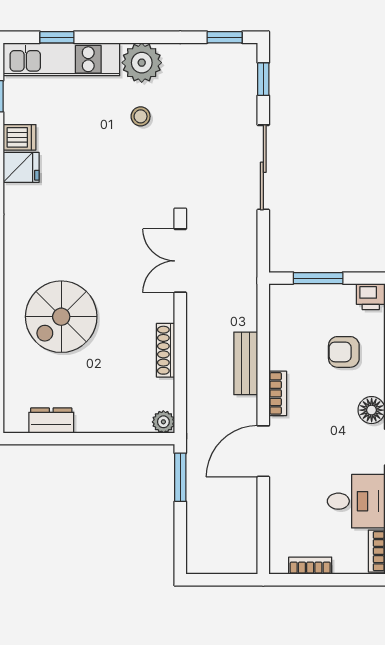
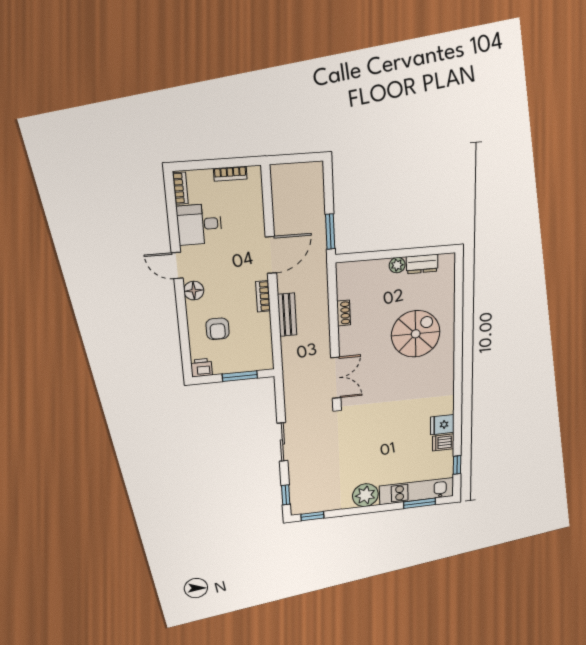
window: (57, 37) -> (420, 503), width x1.50
stool: (141, 116) -> (365, 464), removed
sliding door: (263, 167) -> (282, 442), width x0.73
shoe rack: (166, 350) -> (344, 313), width x0.70
armchair: (344, 352) -> (218, 329), turned 90
plant: (163, 422) -> (397, 265), moved

